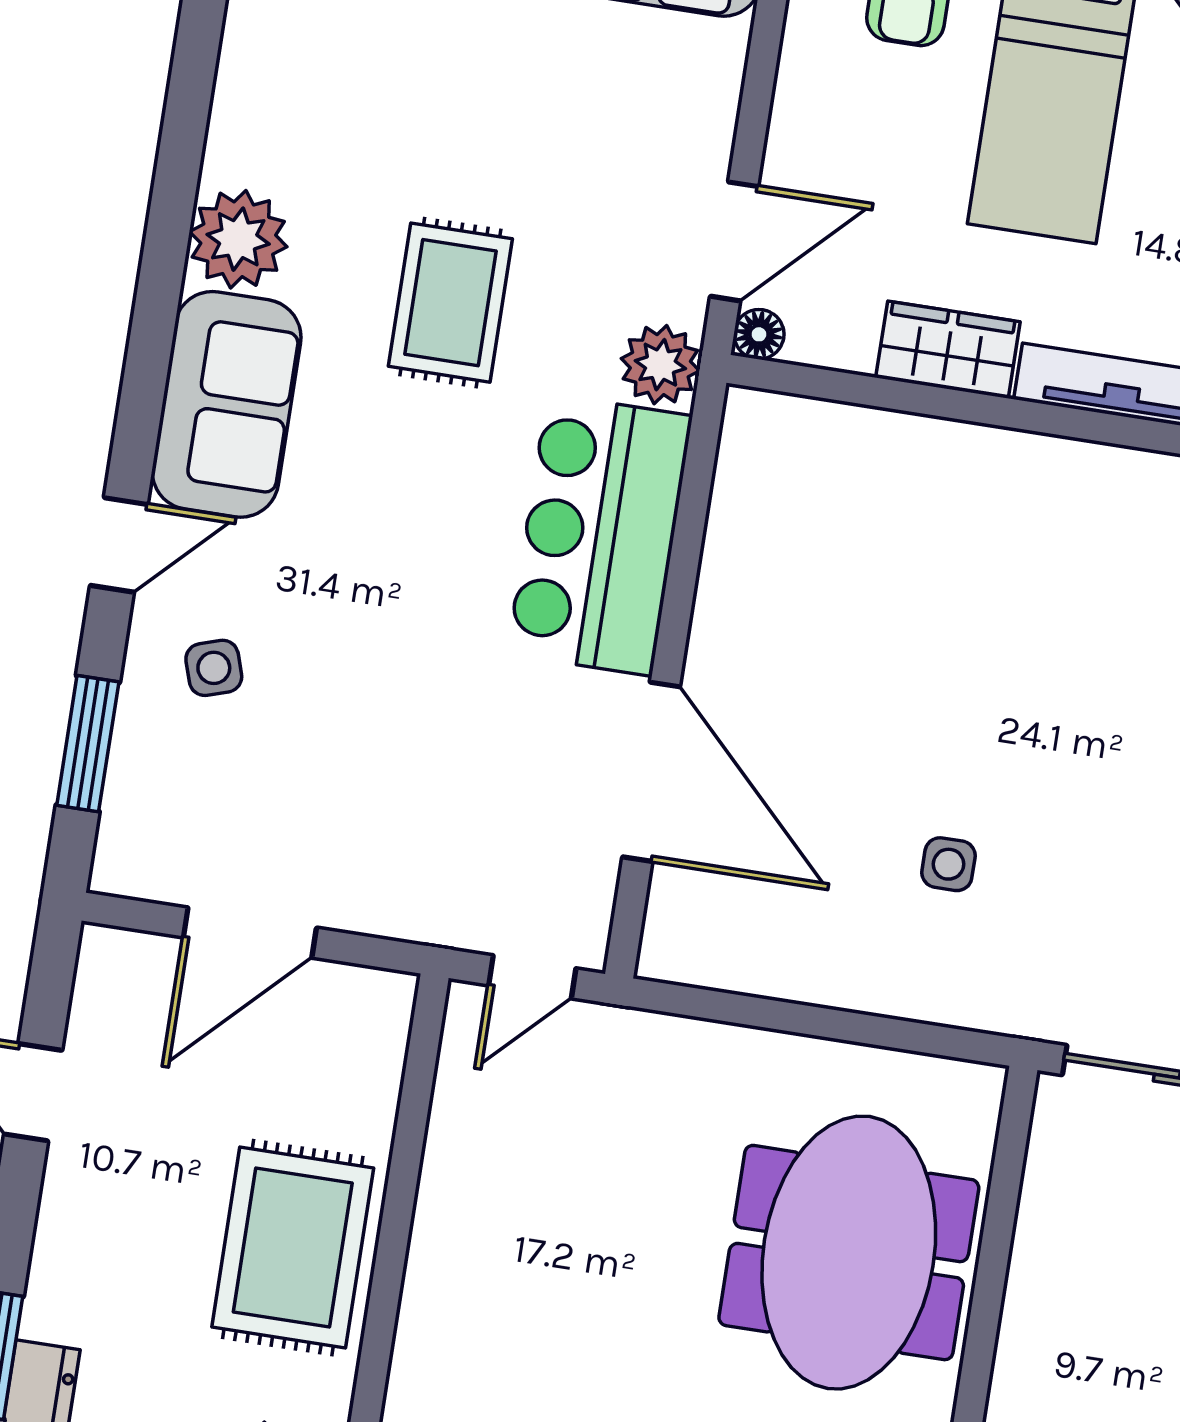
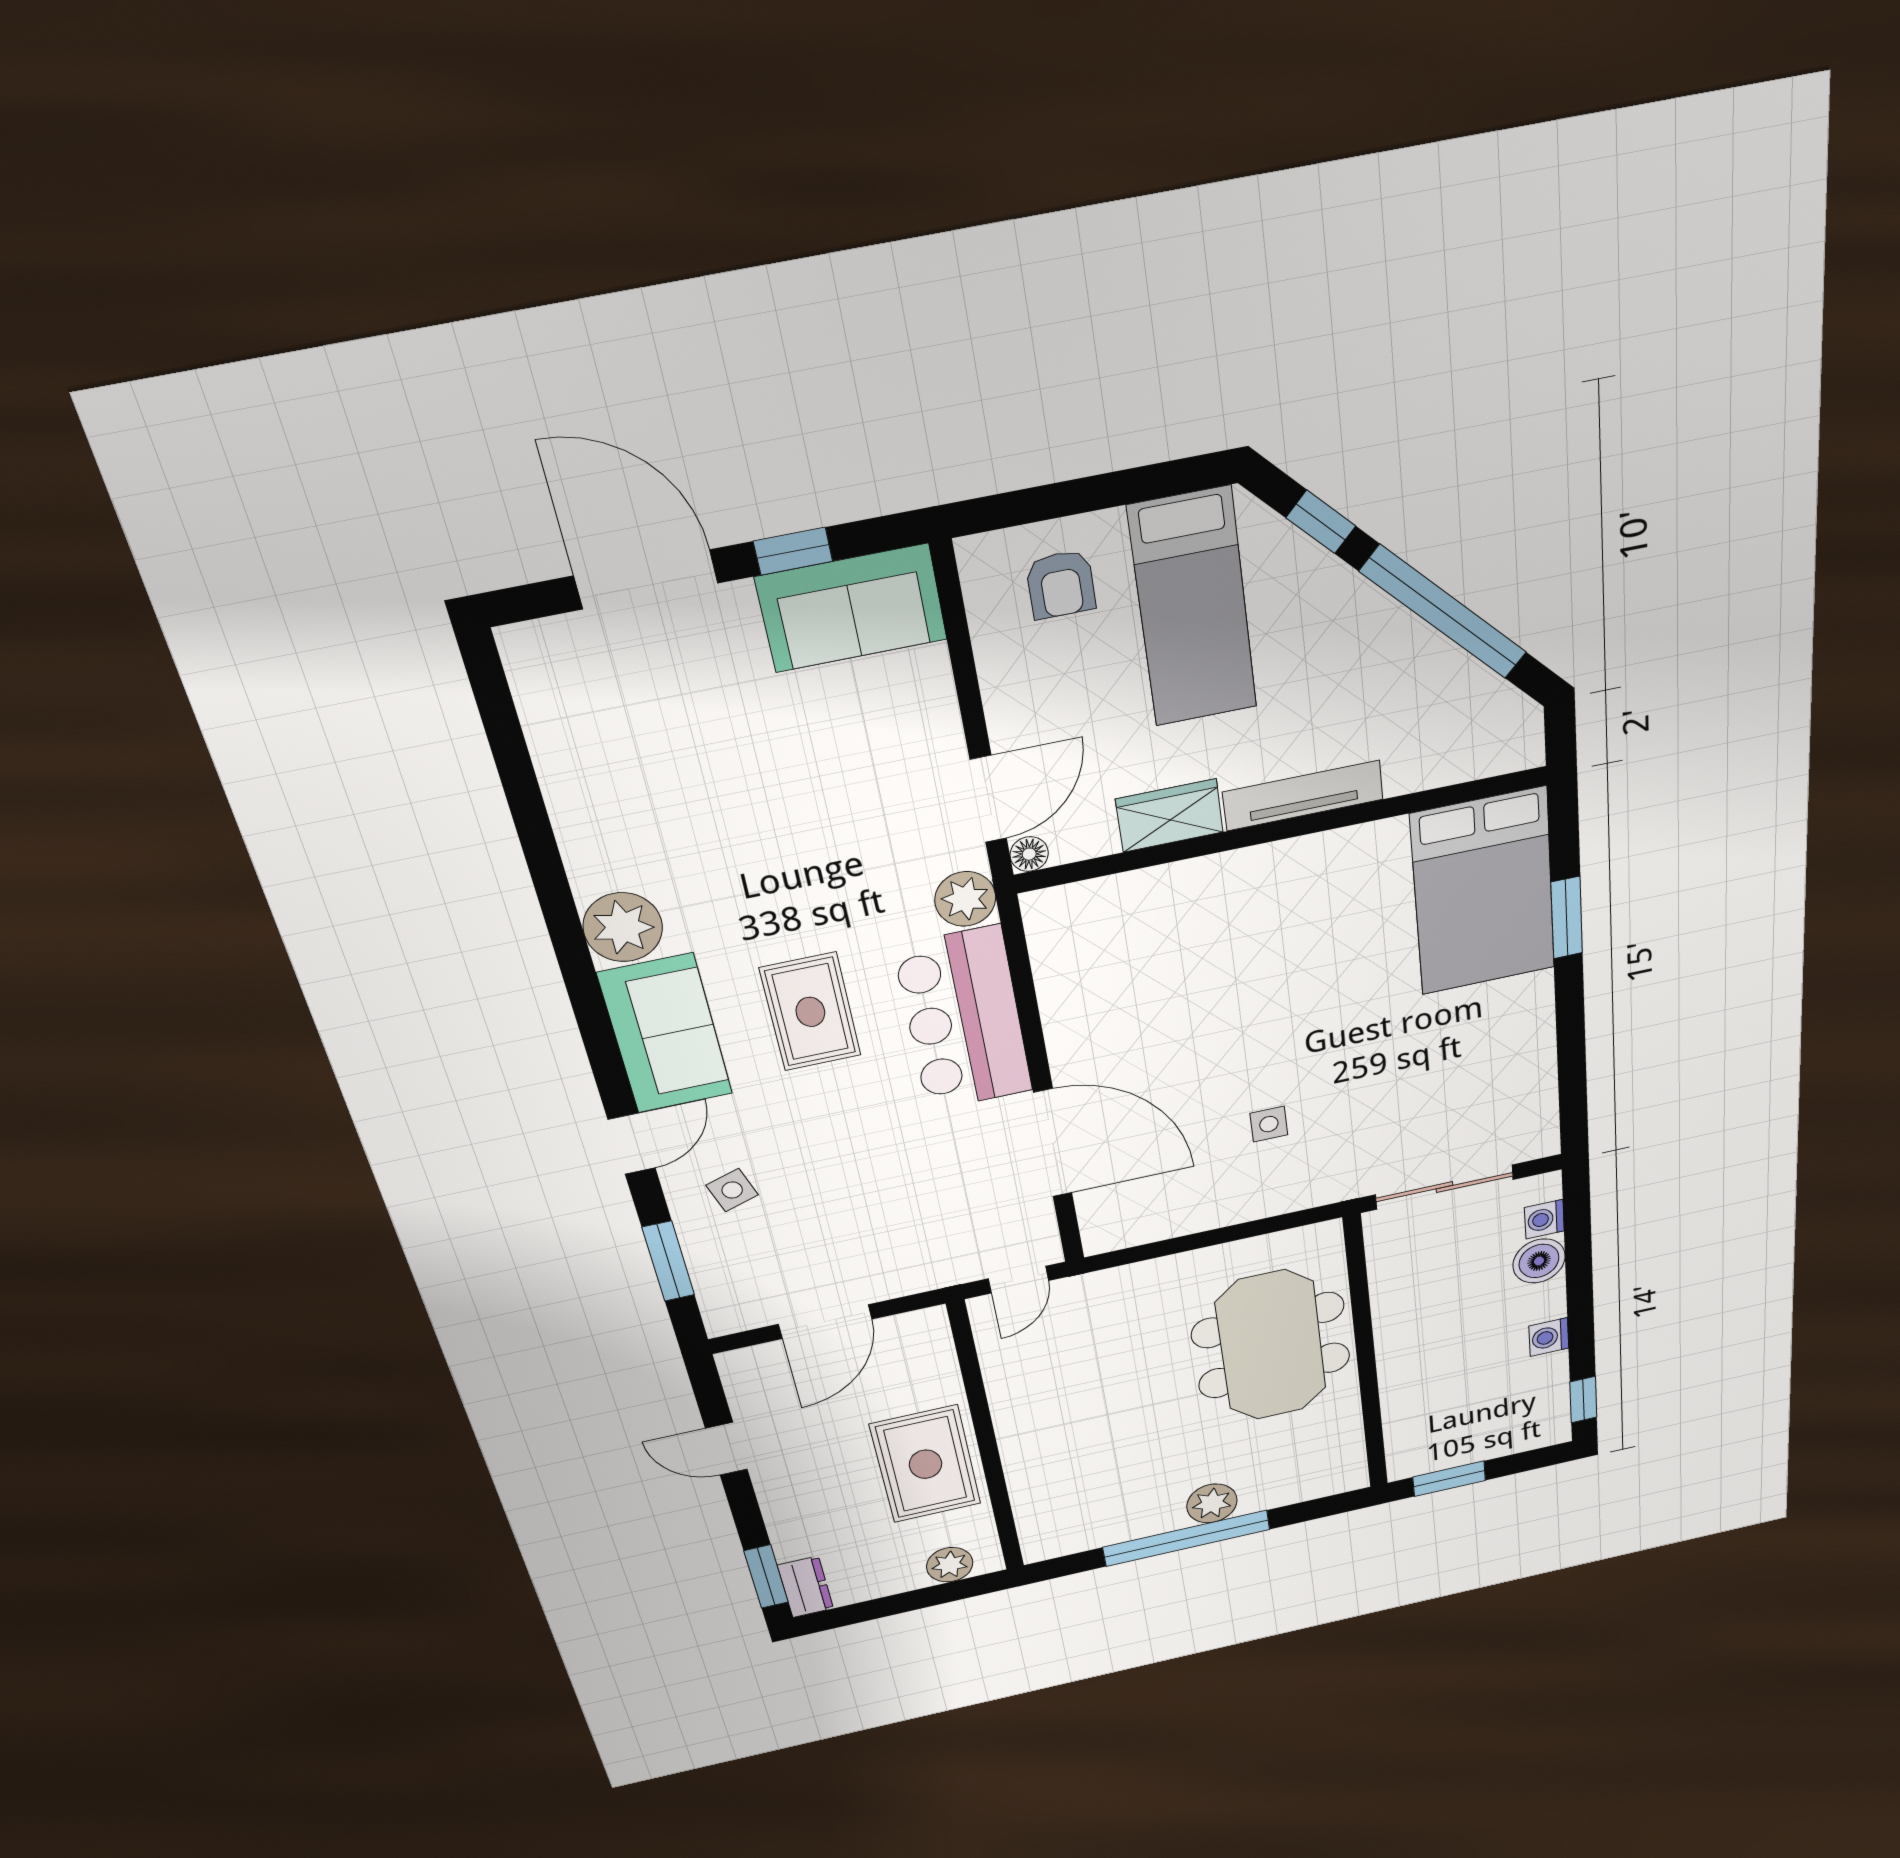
rug: (450, 303) -> (810, 1012), moved

